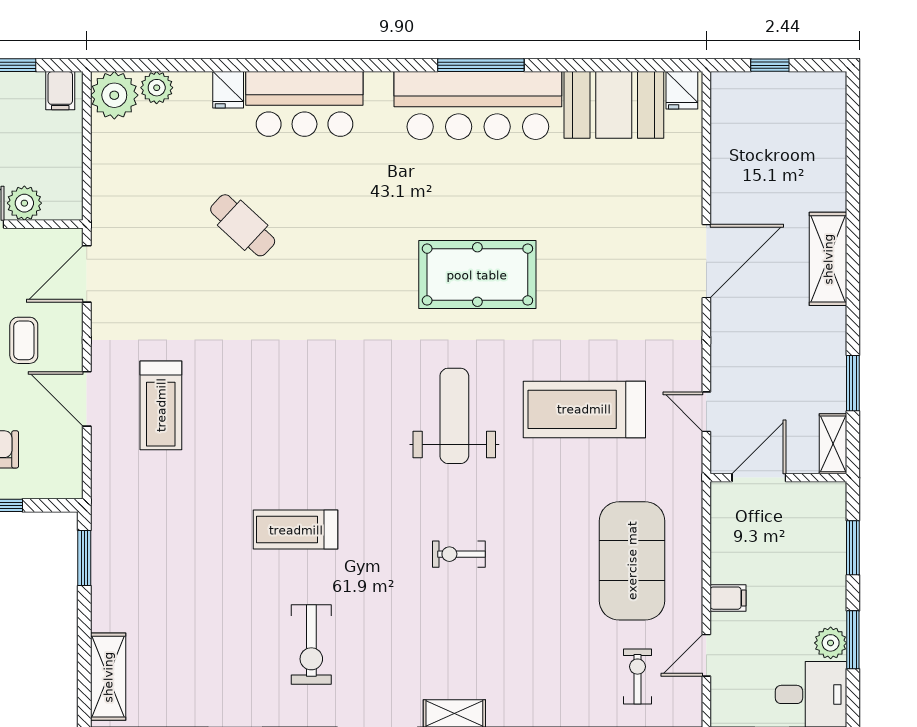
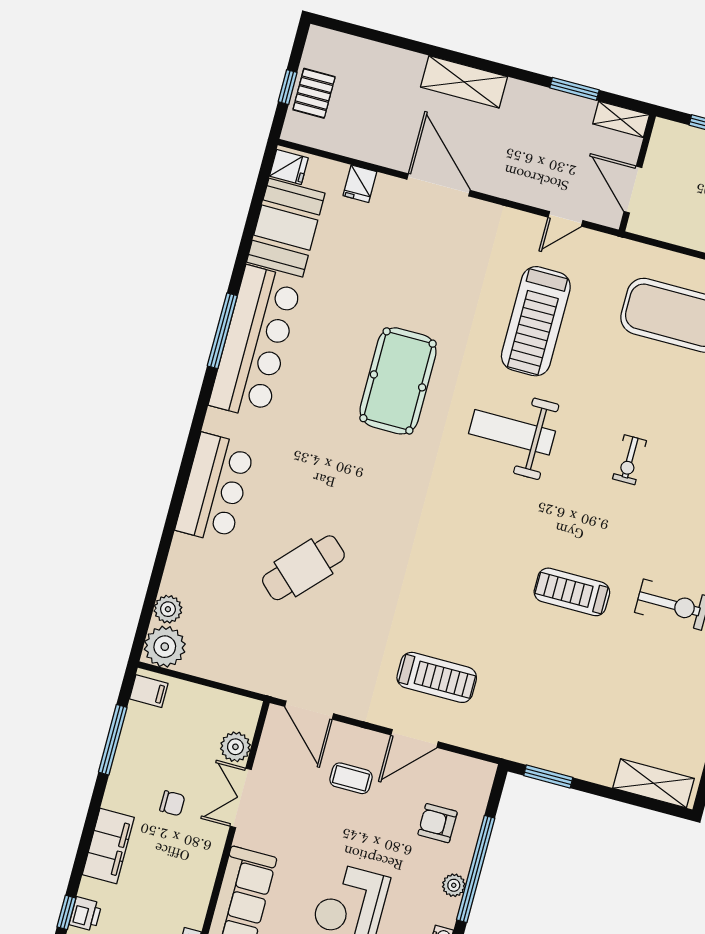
fridge: (228, 90) -> (360, 184), moved, turned 90
pallet: (771, 96) -> (314, 93), added
cafe table: (243, 225) -> (303, 568), width x1.37, depth x1.35
treadmill: (296, 530) -> (572, 592), turned 90

